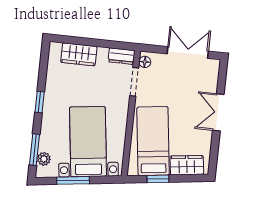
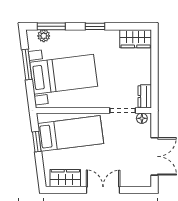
wardrobe: (79, 54) -> (136, 39), moved, turned -90
wardrobe: (187, 165) -> (65, 178), moved, turned -83

